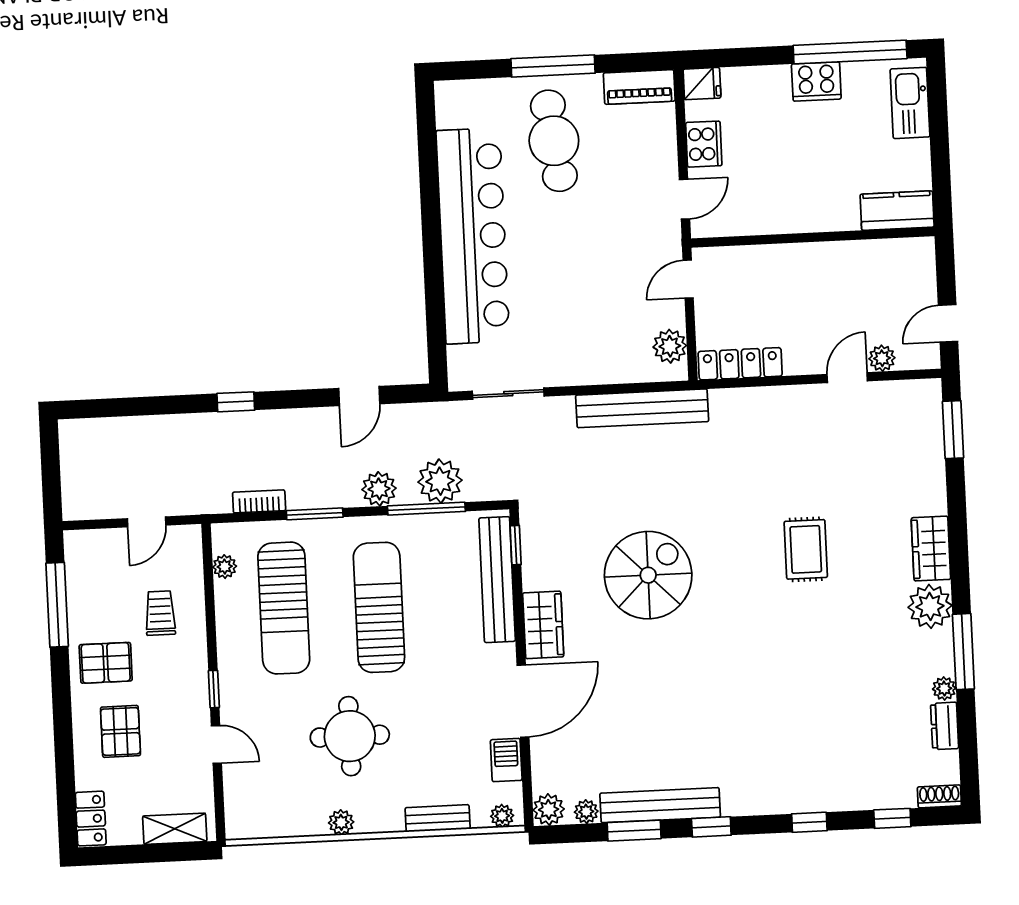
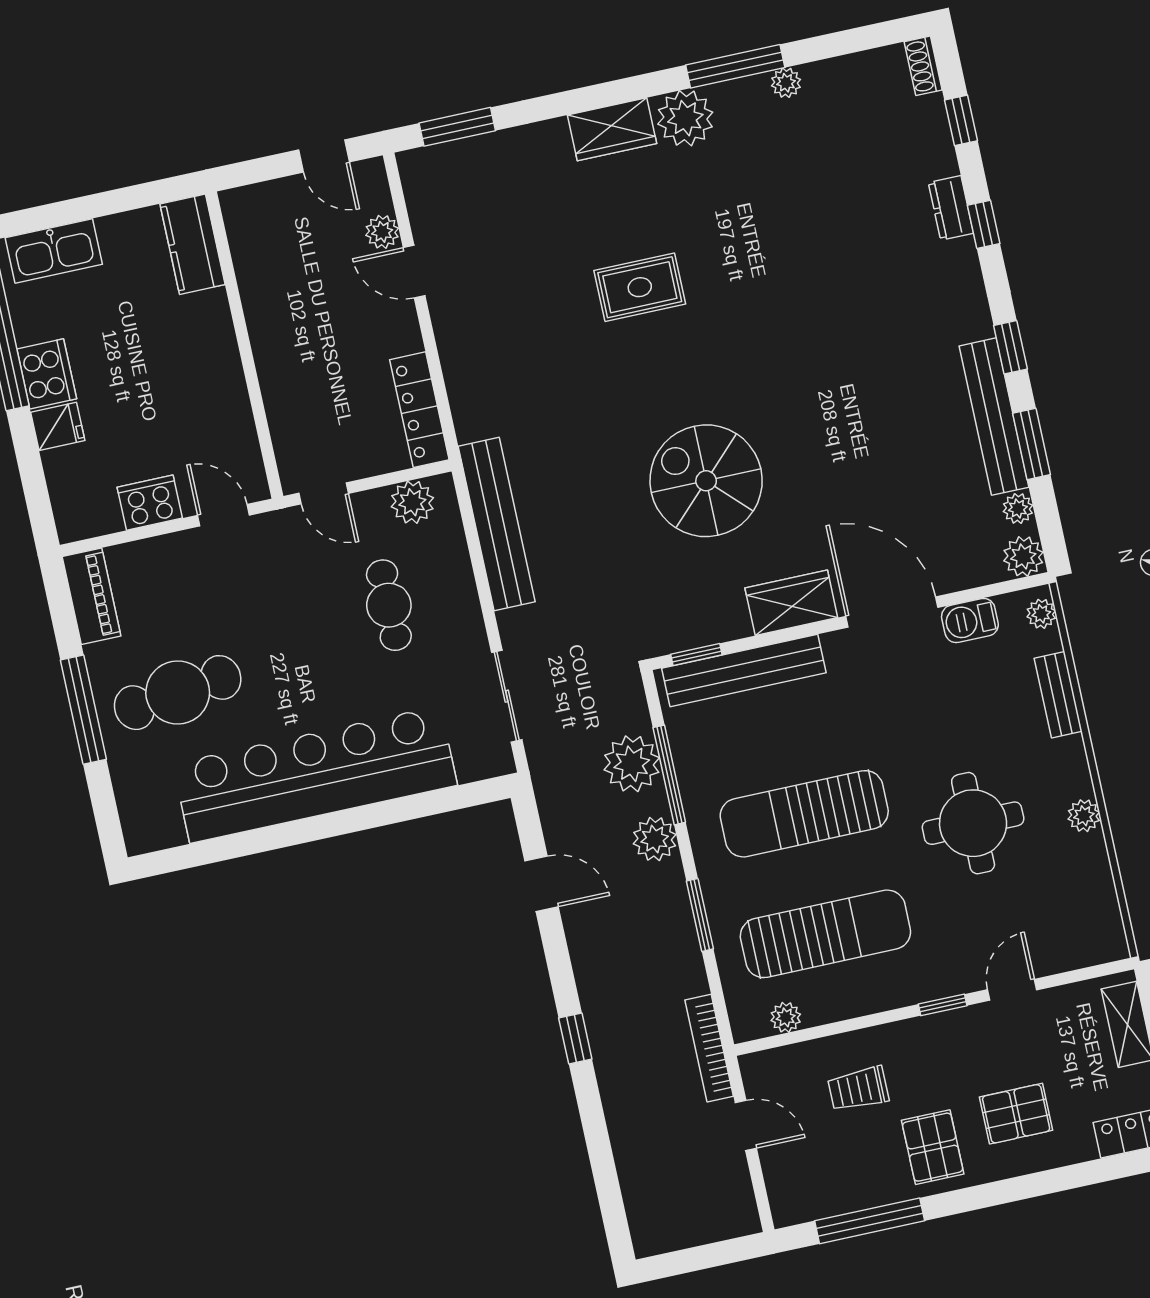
fridge: (702, 84) -> (58, 426), moved, turned 90
cafe table: (594, 315) -> (389, 605), added
bookcase: (259, 501) -> (709, 1048), moved, width x1.56
dresser: (945, 726) -> (951, 208), moved, turned 90

